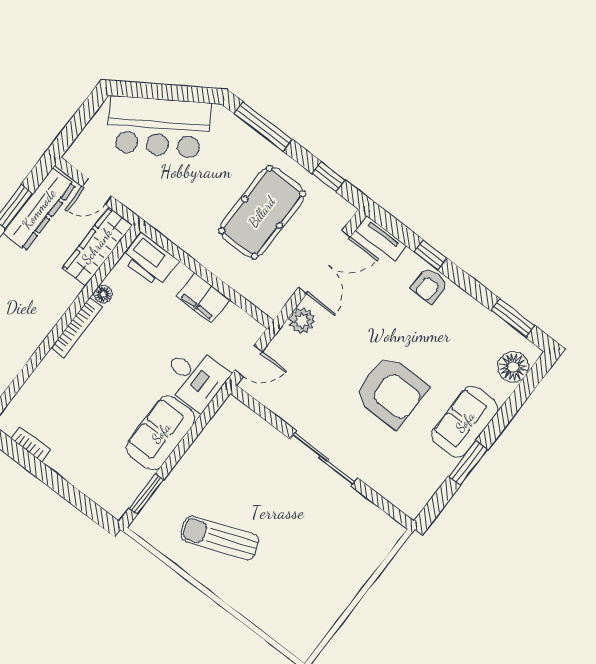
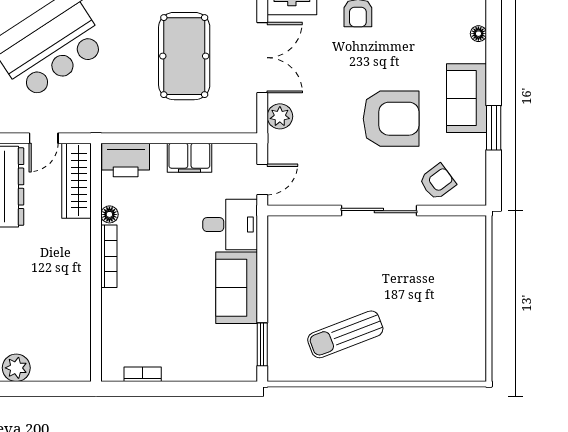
floor lamp: (513, 367) -> (478, 34), width x0.53, depth x0.53
armchair: (389, 472) -> (438, 182), added

